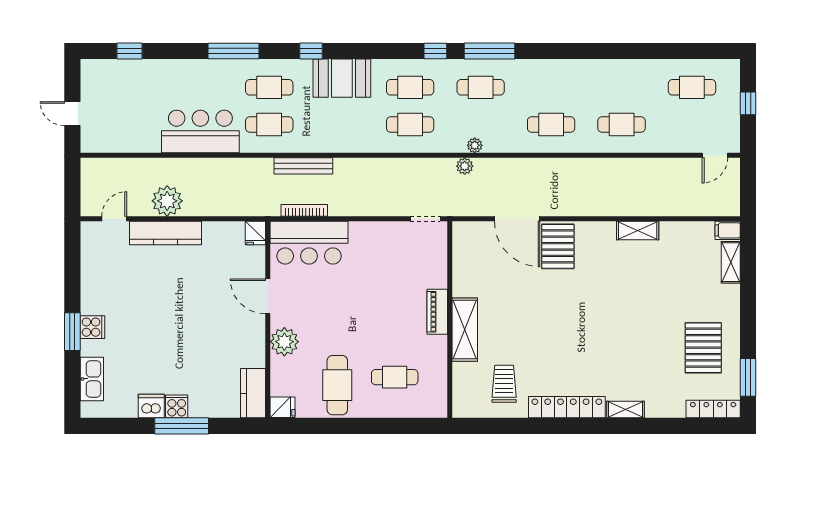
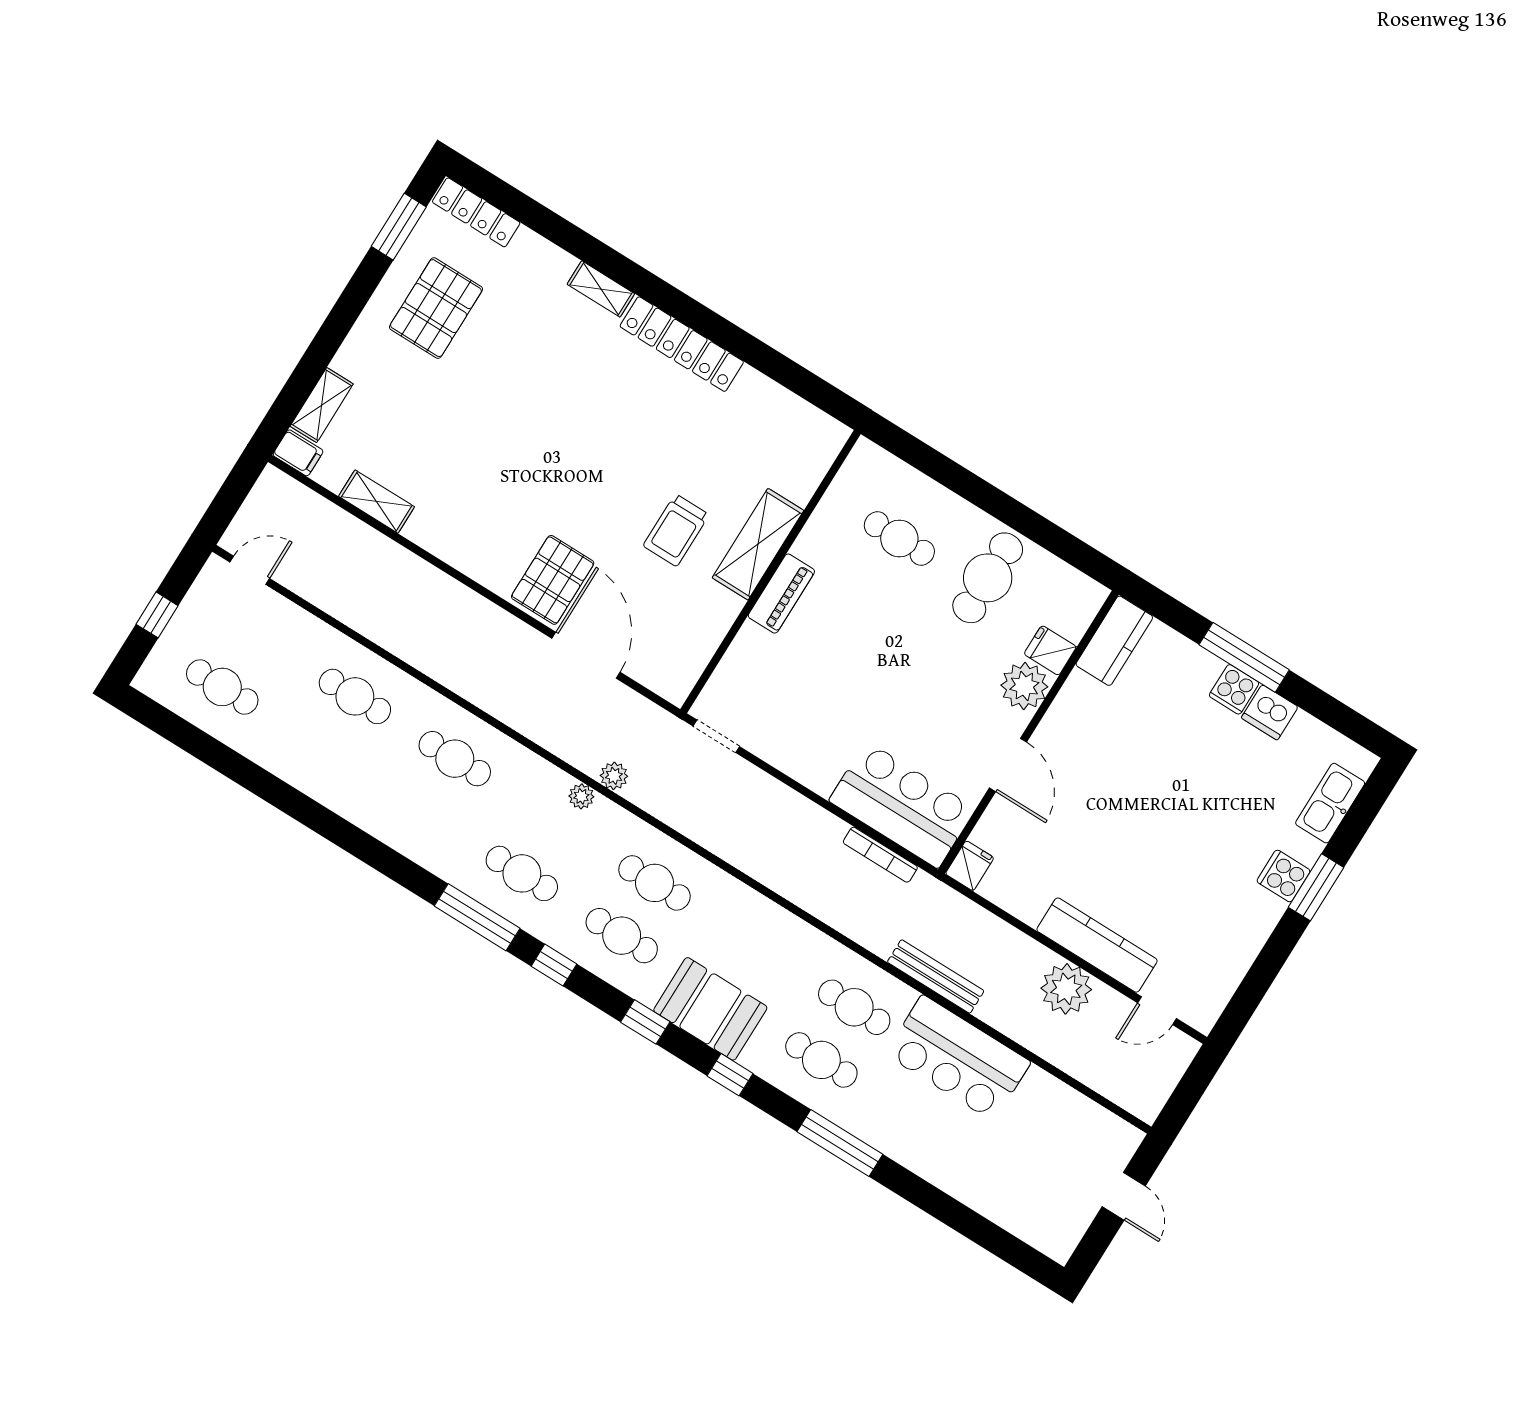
window: (129, 51) -> (645, 1022), moved
bench: (303, 166) -> (936, 976), moved
shelving: (638, 230) -> (377, 502), moved
trolley: (504, 384) -> (676, 530), moved
fridge: (283, 407) -> (1050, 650), moved

